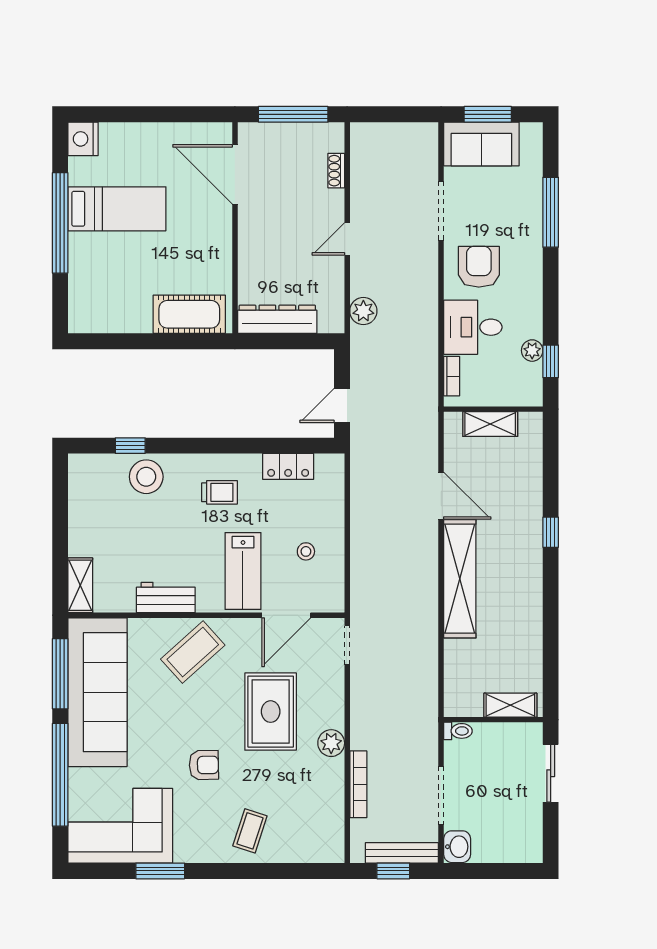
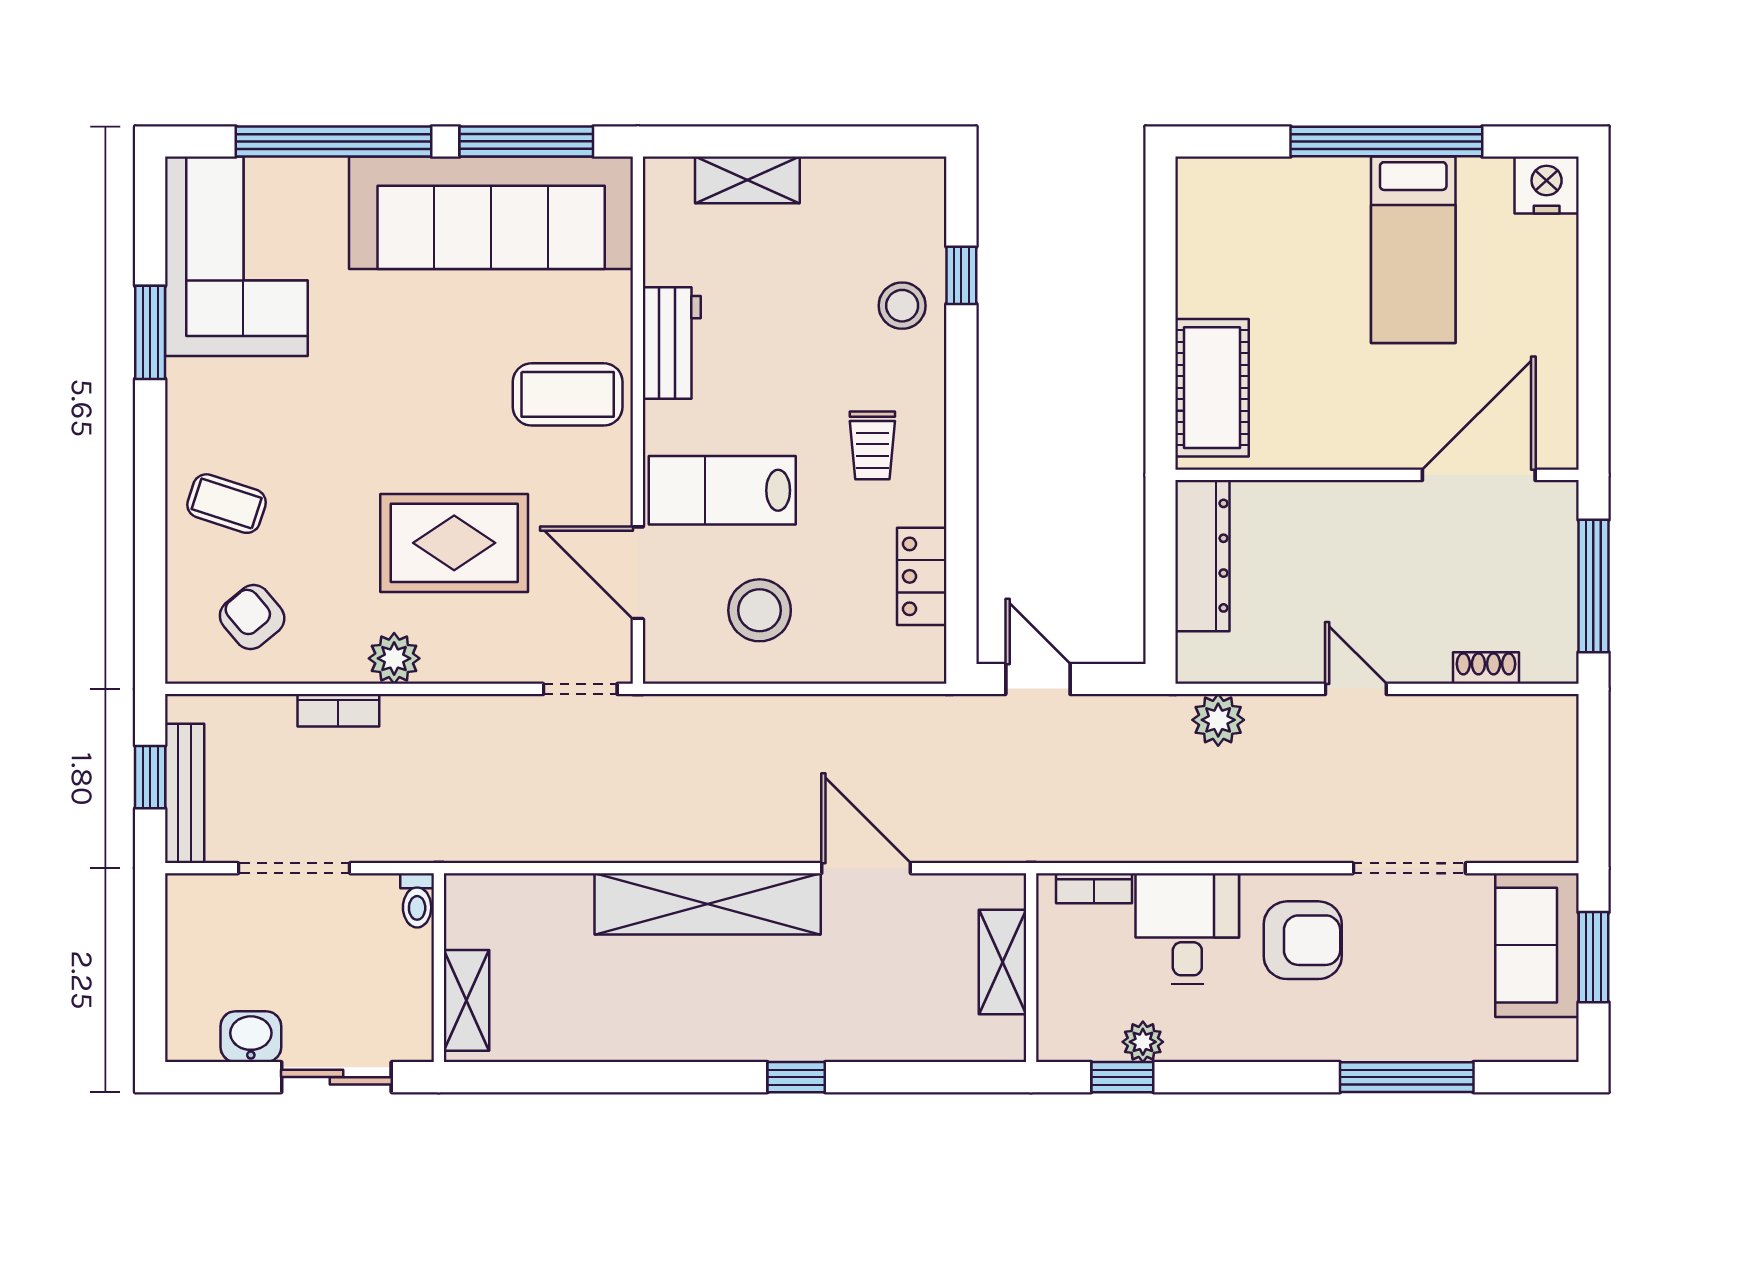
stool: (146, 477) -> (902, 306), width x0.73, depth x0.73
door: (441, 496) -> (866, 868), swing flipped
stool: (306, 551) -> (760, 610), width x1.89, depth x1.89
shelving: (80, 585) -> (747, 180), moved
coffee table: (193, 652) -> (568, 394), turned -48
armchair: (204, 765) -> (252, 617), moved, turned 141
bookcase: (358, 784) -> (338, 710), width x0.64
washbasin: (457, 847) -> (251, 1037), moved, turned 180

